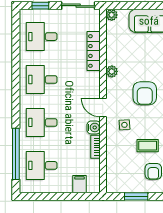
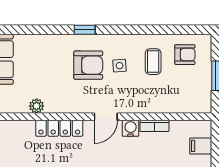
locker: (94, 51) -> (59, 128), moved
plant: (112, 71) -> (37, 106), moved
side table: (124, 125) -> (120, 66), moved

